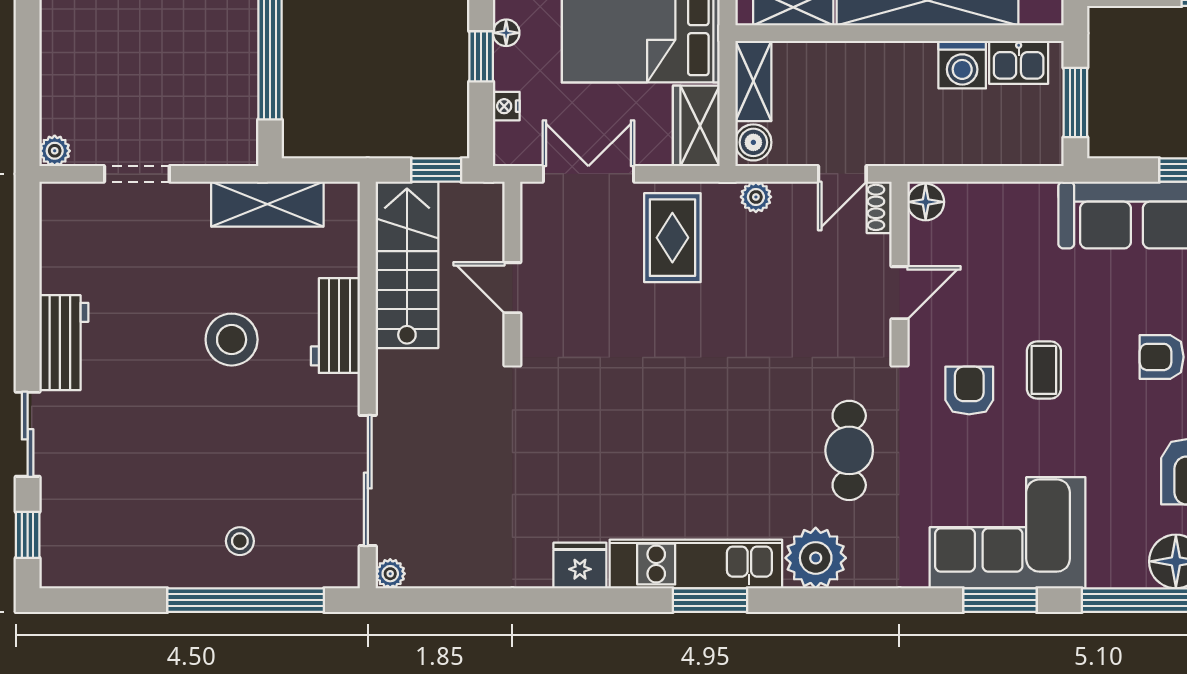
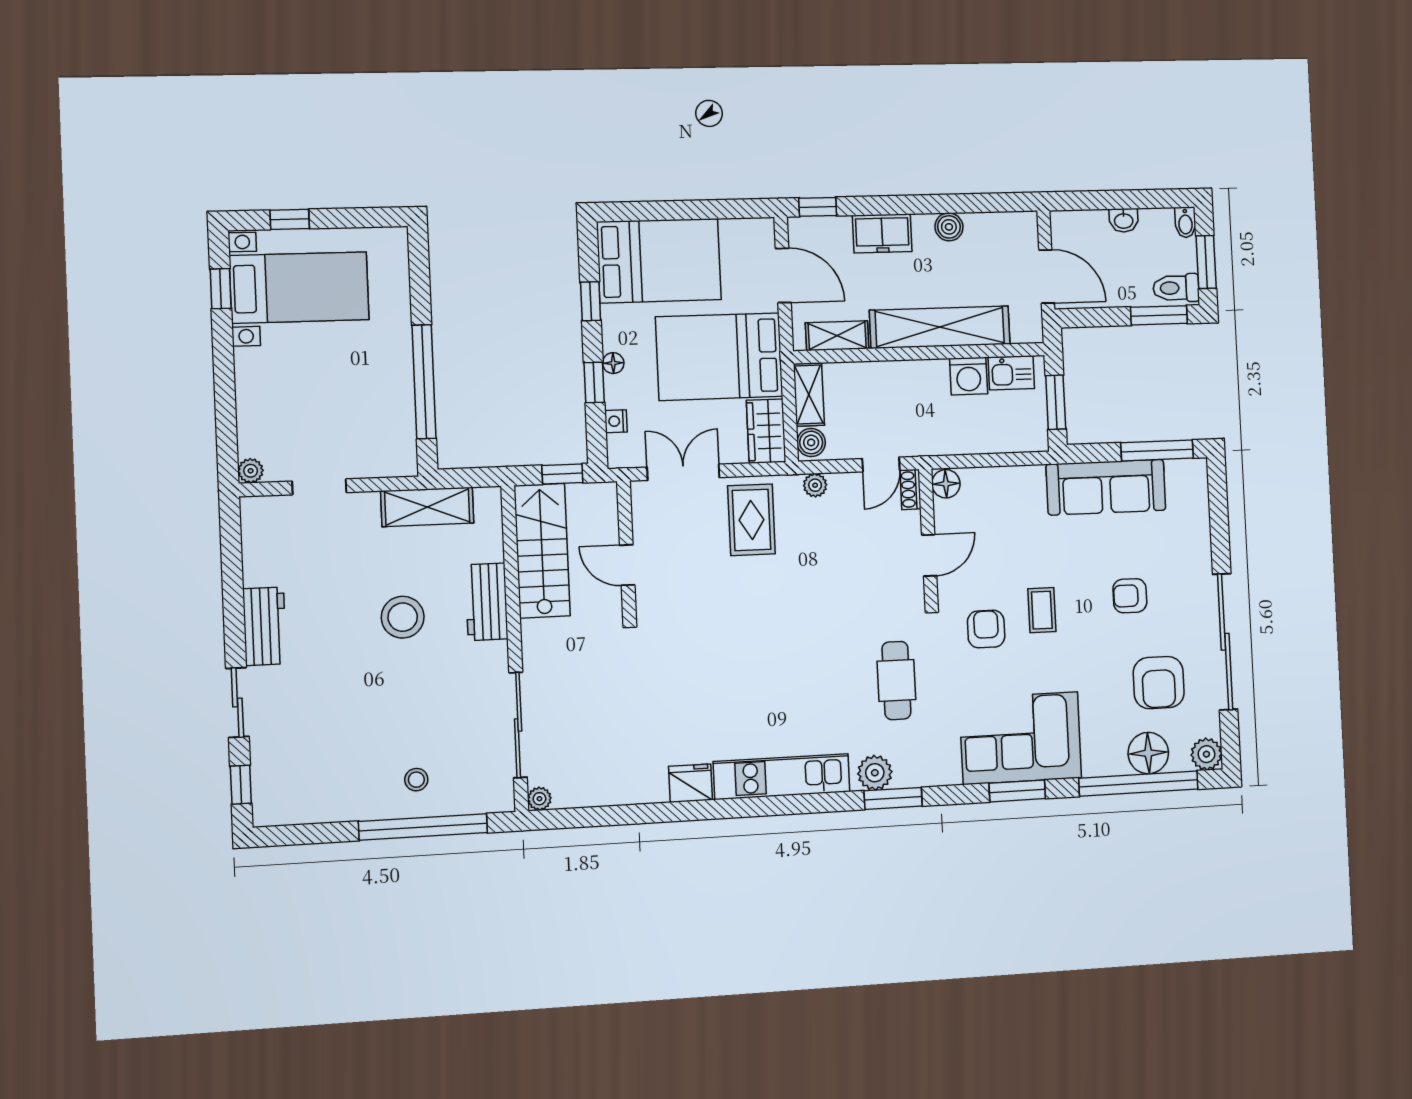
plant: (816, 558) -> (875, 773), width x0.73, depth x0.73
window: (710, 600) -> (893, 798), moved

